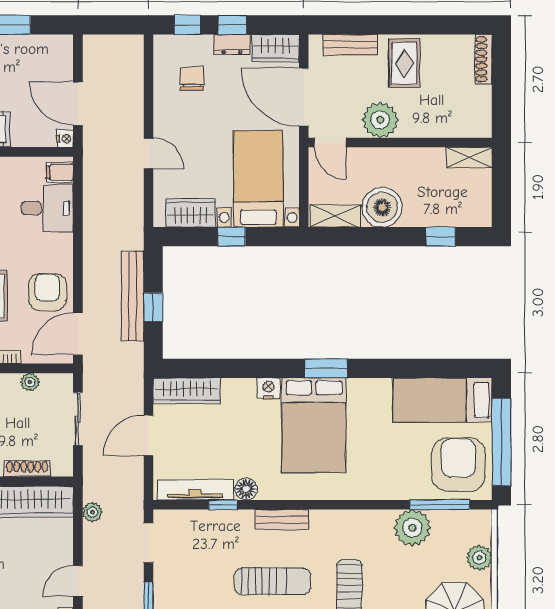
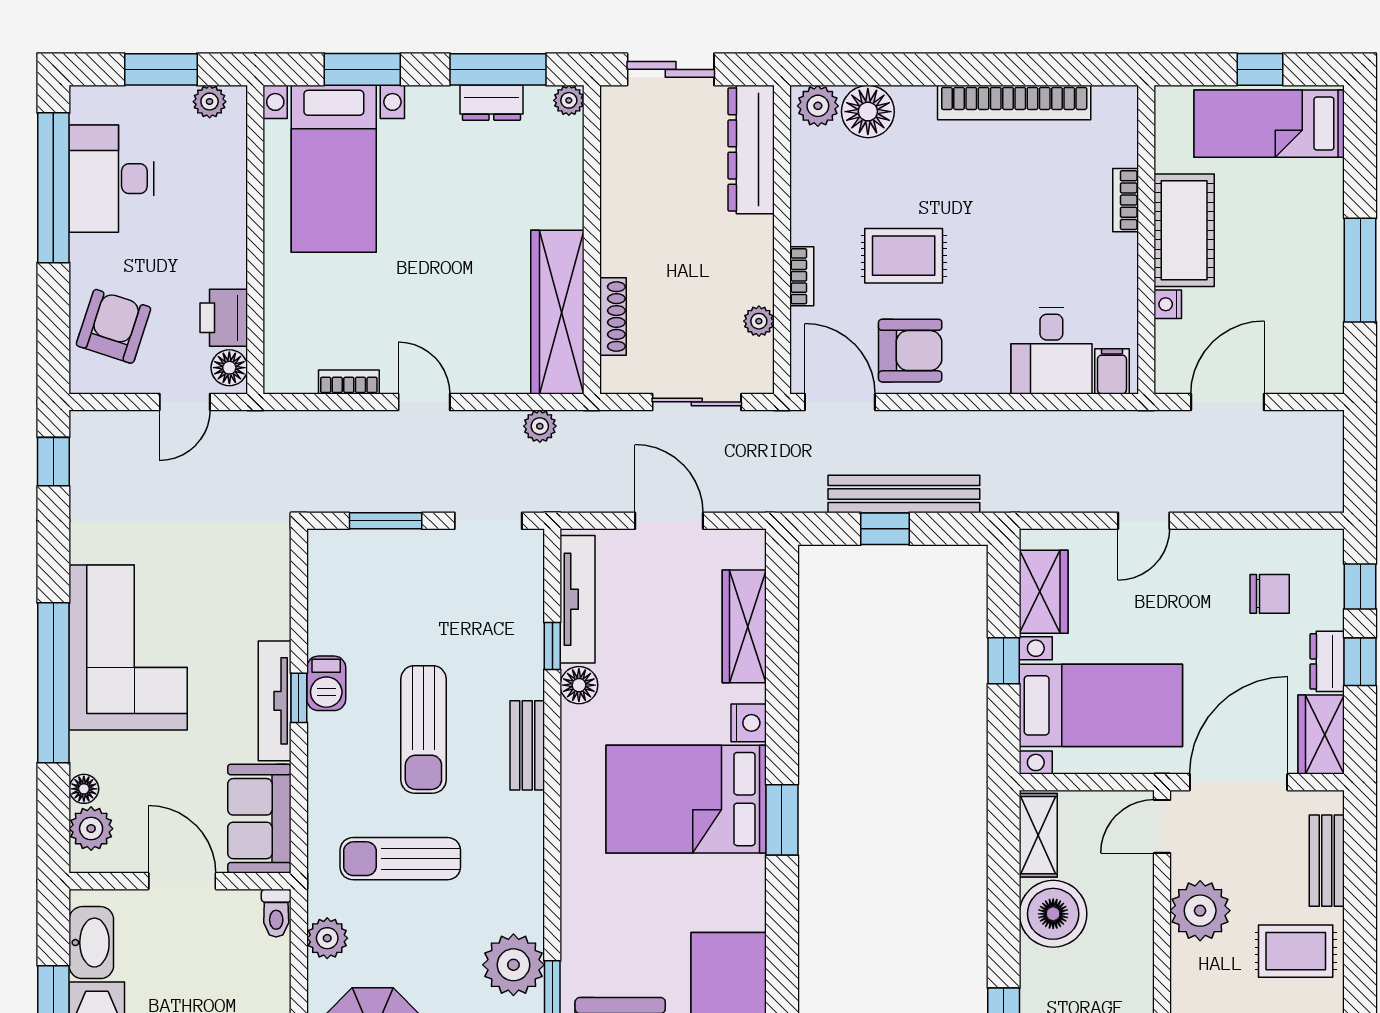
nightstand: (65, 139) -> (1168, 304), moved, turned 90
wardrobe: (187, 391) -> (744, 626), moved

